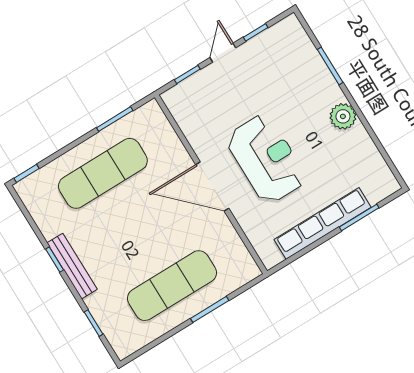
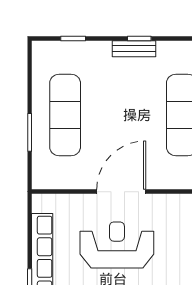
reception desk: (266, 159) -> (117, 245), turned 180
bench: (72, 266) -> (134, 49), width x0.73

